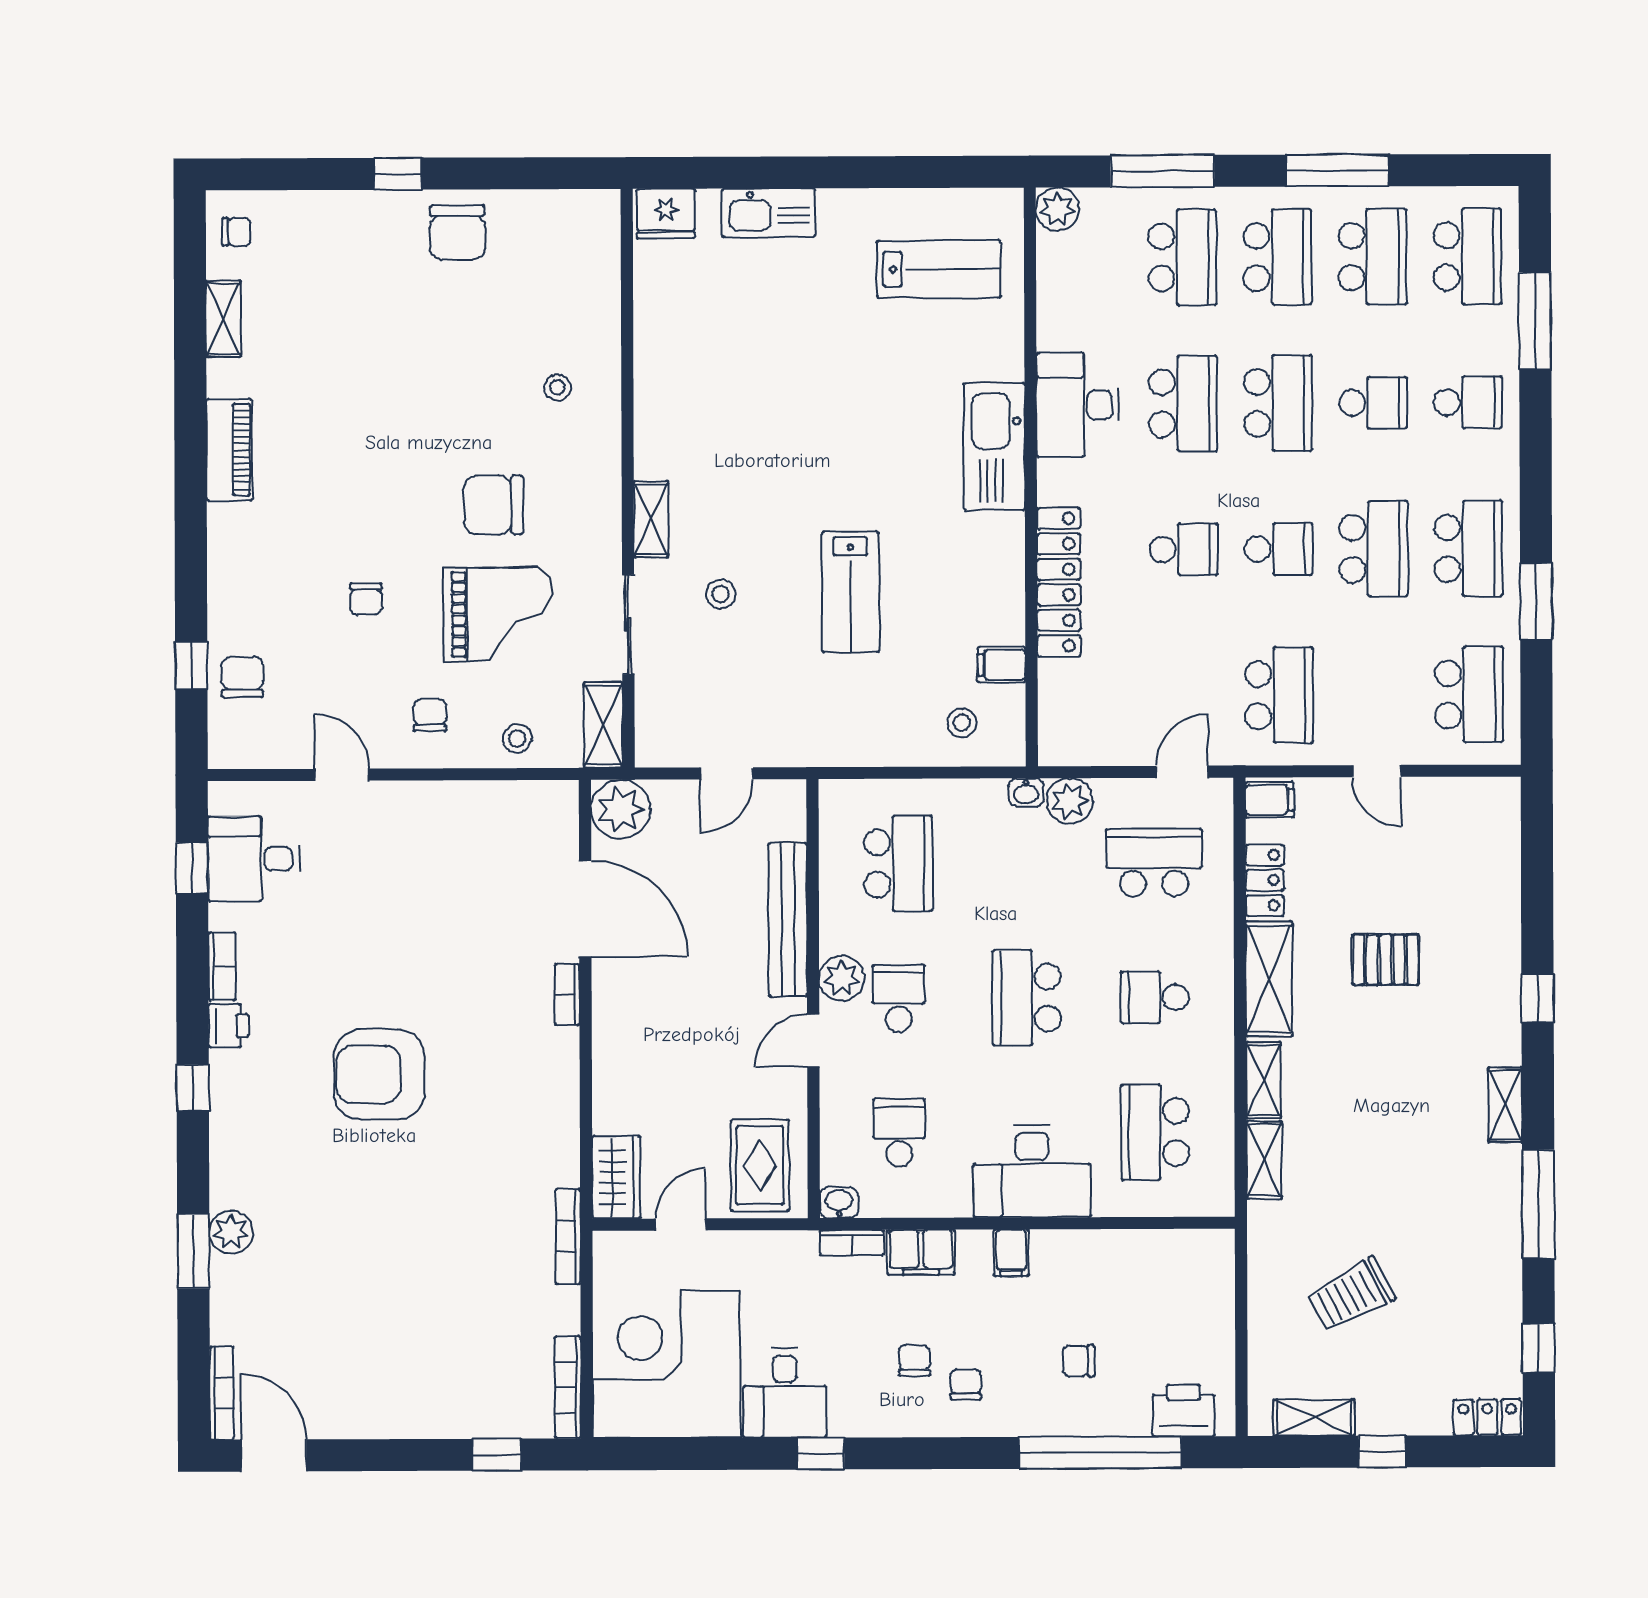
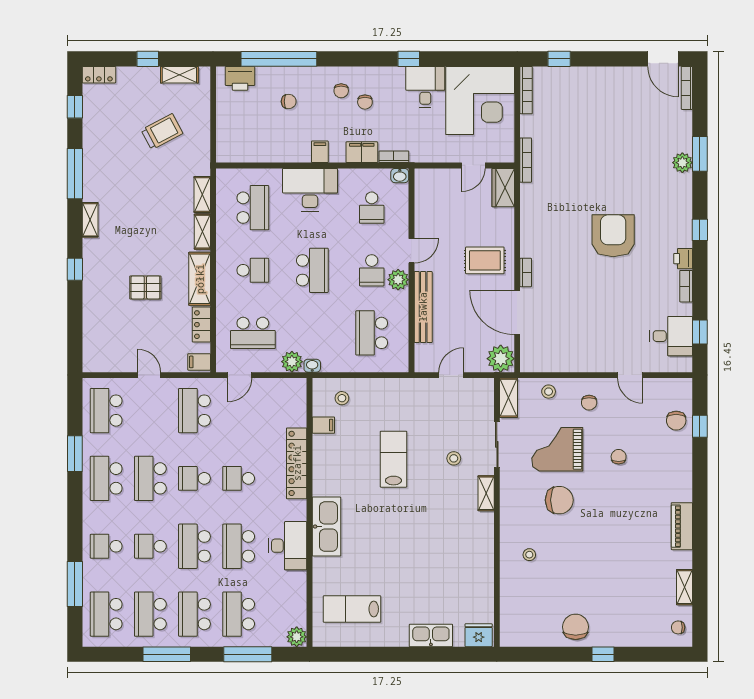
armchair: (379, 1074) -> (613, 236), turned -90
rug: (760, 1165) -> (485, 260), moved, turned 90

